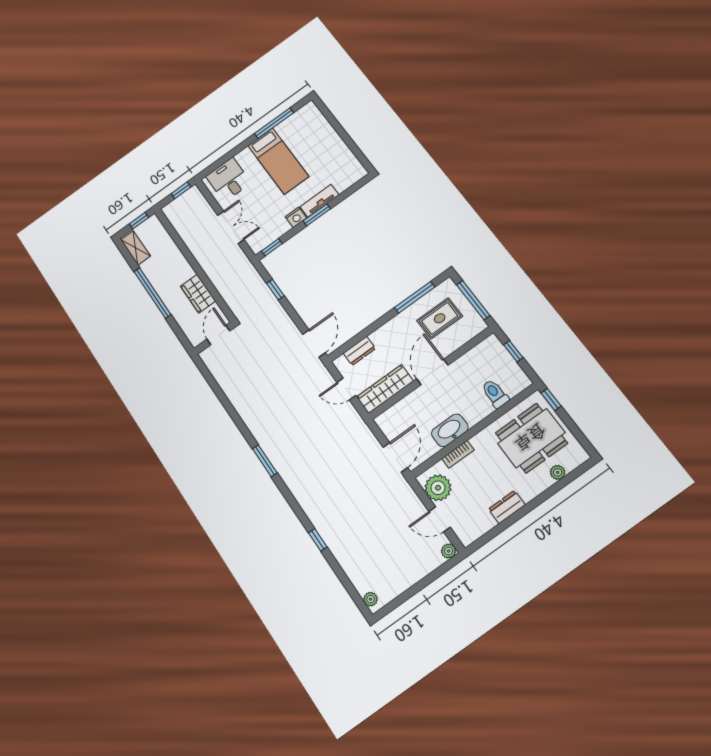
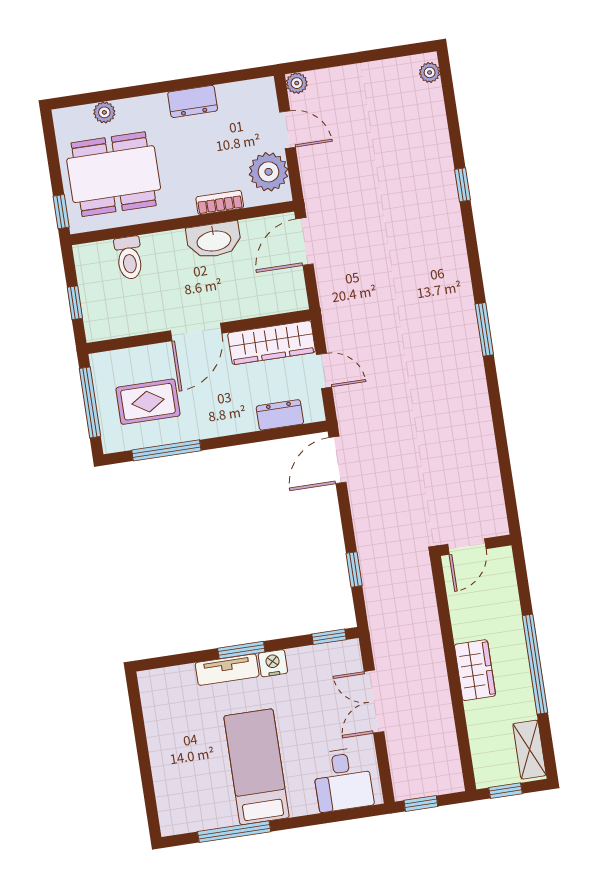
wardrobe: (198, 294) -> (475, 670), moved

